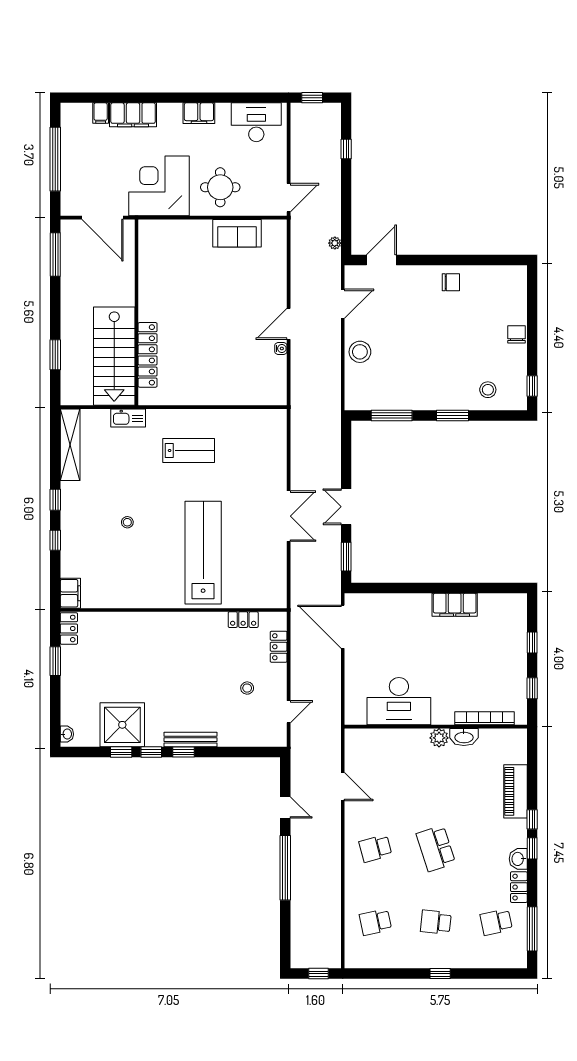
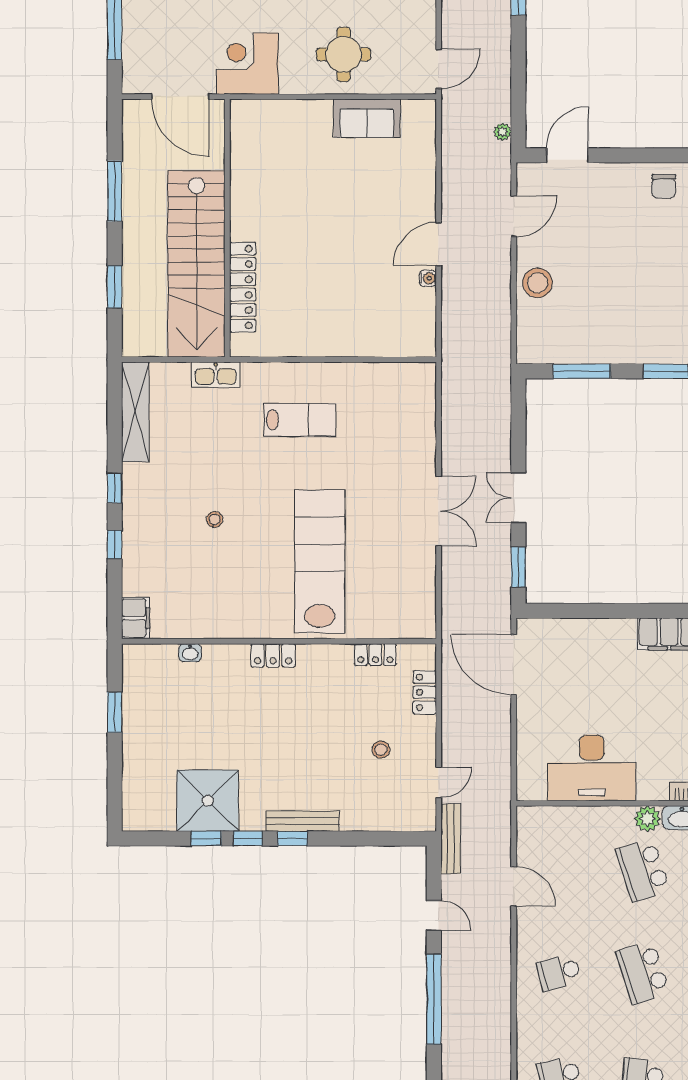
corner desk: (159, 186) -> (248, 64), width x0.74, depth x0.74
window: (55, 254) -> (115, 191), moved
chair: (451, 282) -> (664, 186), turned 90
stairs: (114, 356) -> (196, 264), width x1.36
locker: (69, 628) -> (273, 655), moved, turned 90
washbasin: (67, 734) -> (190, 653), moved, turned 90
bench: (297, 752) -> (451, 839), added
school desk: (436, 775) -> (643, 870), added

